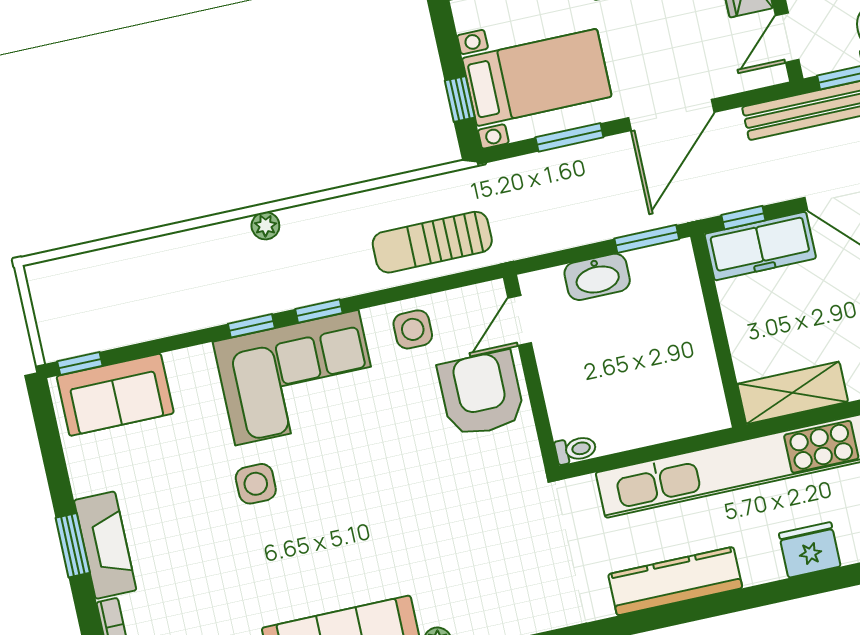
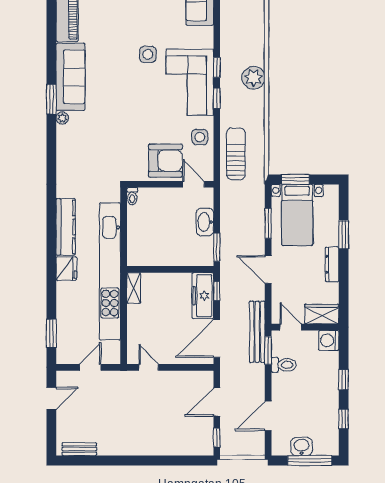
window: (460, 99) -> (295, 179), width x1.50
door: (671, 115) -> (268, 270), width x0.73
plant: (265, 226) -> (253, 78), width x1.87, depth x1.87
shelving: (793, 393) -> (134, 288), width x0.67, depth x0.75
fridge: (810, 550) -> (66, 268), moved

